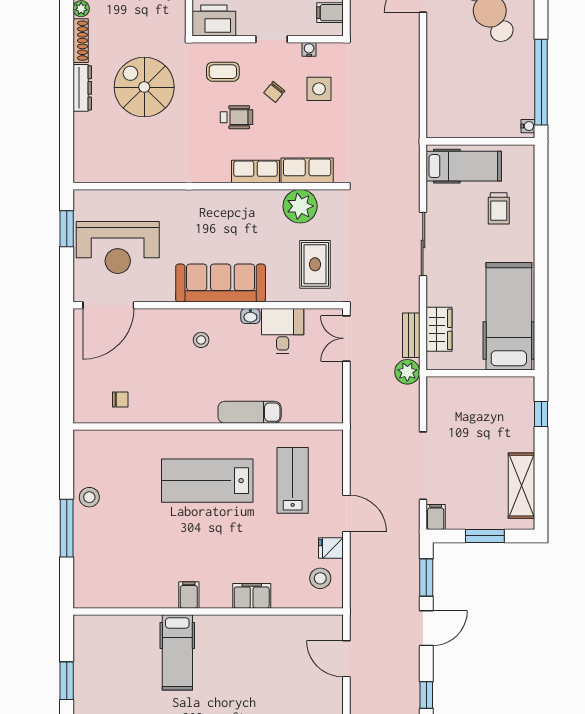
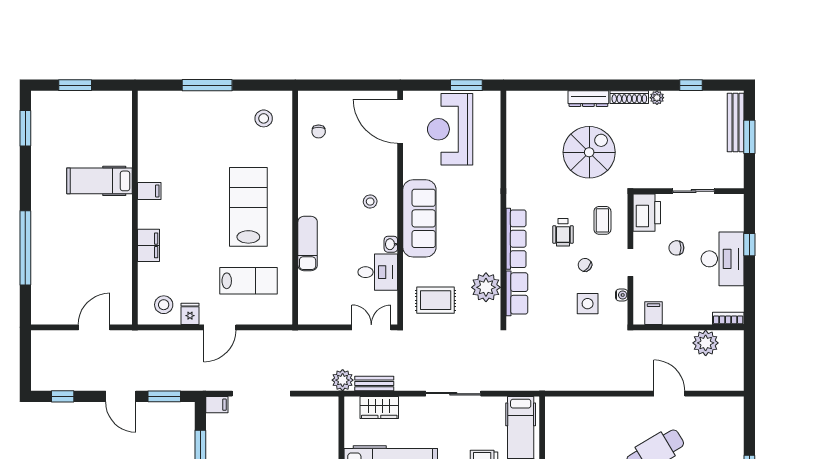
row of seats: (256, 171) -> (516, 239), width x1.48
stool: (89, 497) -> (264, 118), moved

